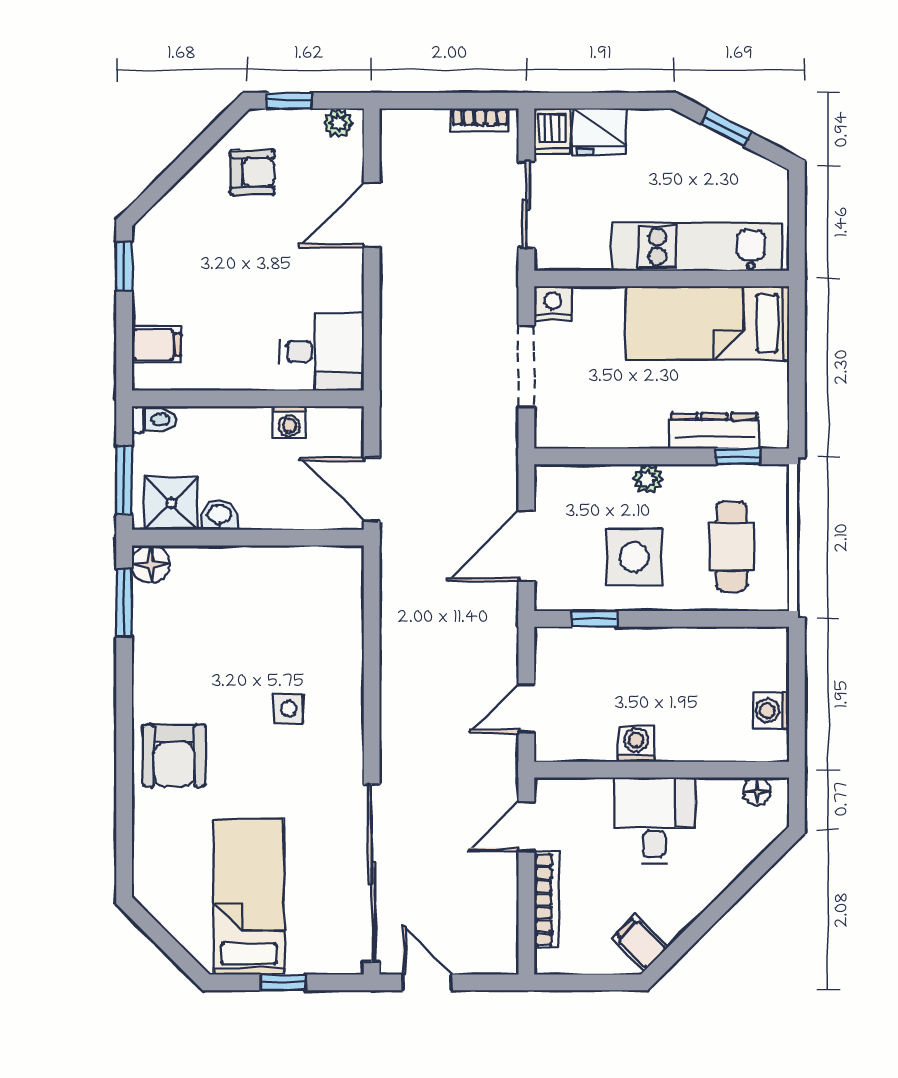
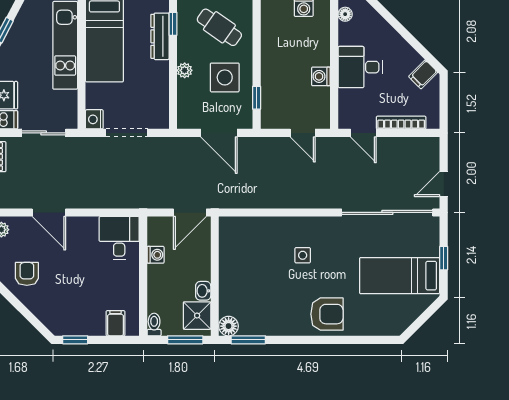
cafe table: (732, 547) -> (219, 27), turned 35

